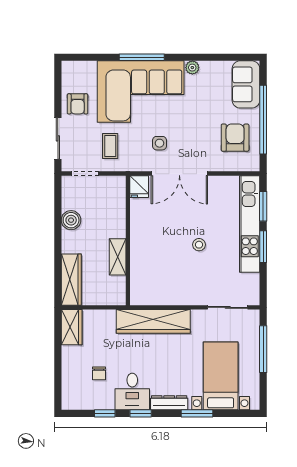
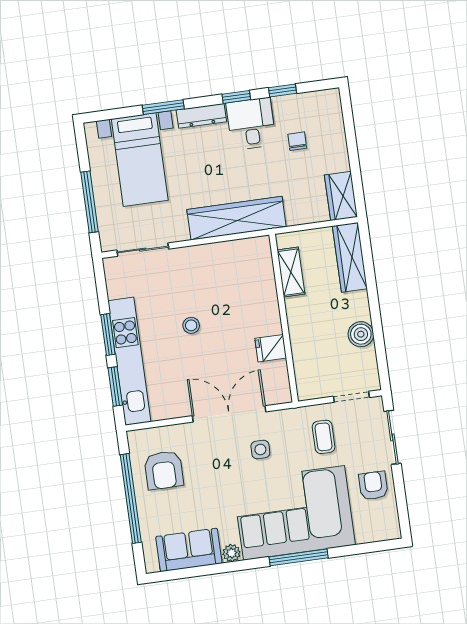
sofa: (246, 84) -> (189, 550), moved, turned -90
fridge: (139, 187) -> (271, 348), moved, turned -90
shelving: (118, 257) -> (291, 272), moved

